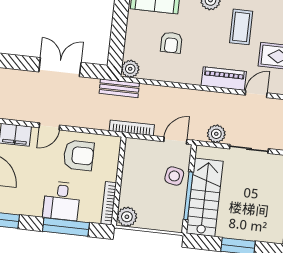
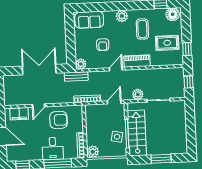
double door: (60, 67) -> (39, 70), width x1.37
door: (256, 94) -> (116, 69), moved
side table: (174, 176) -> (117, 137), moved

